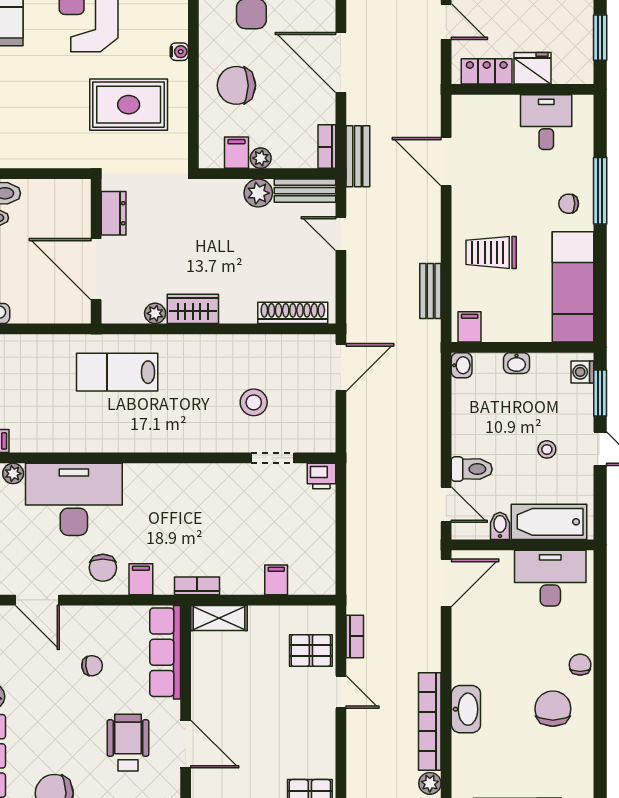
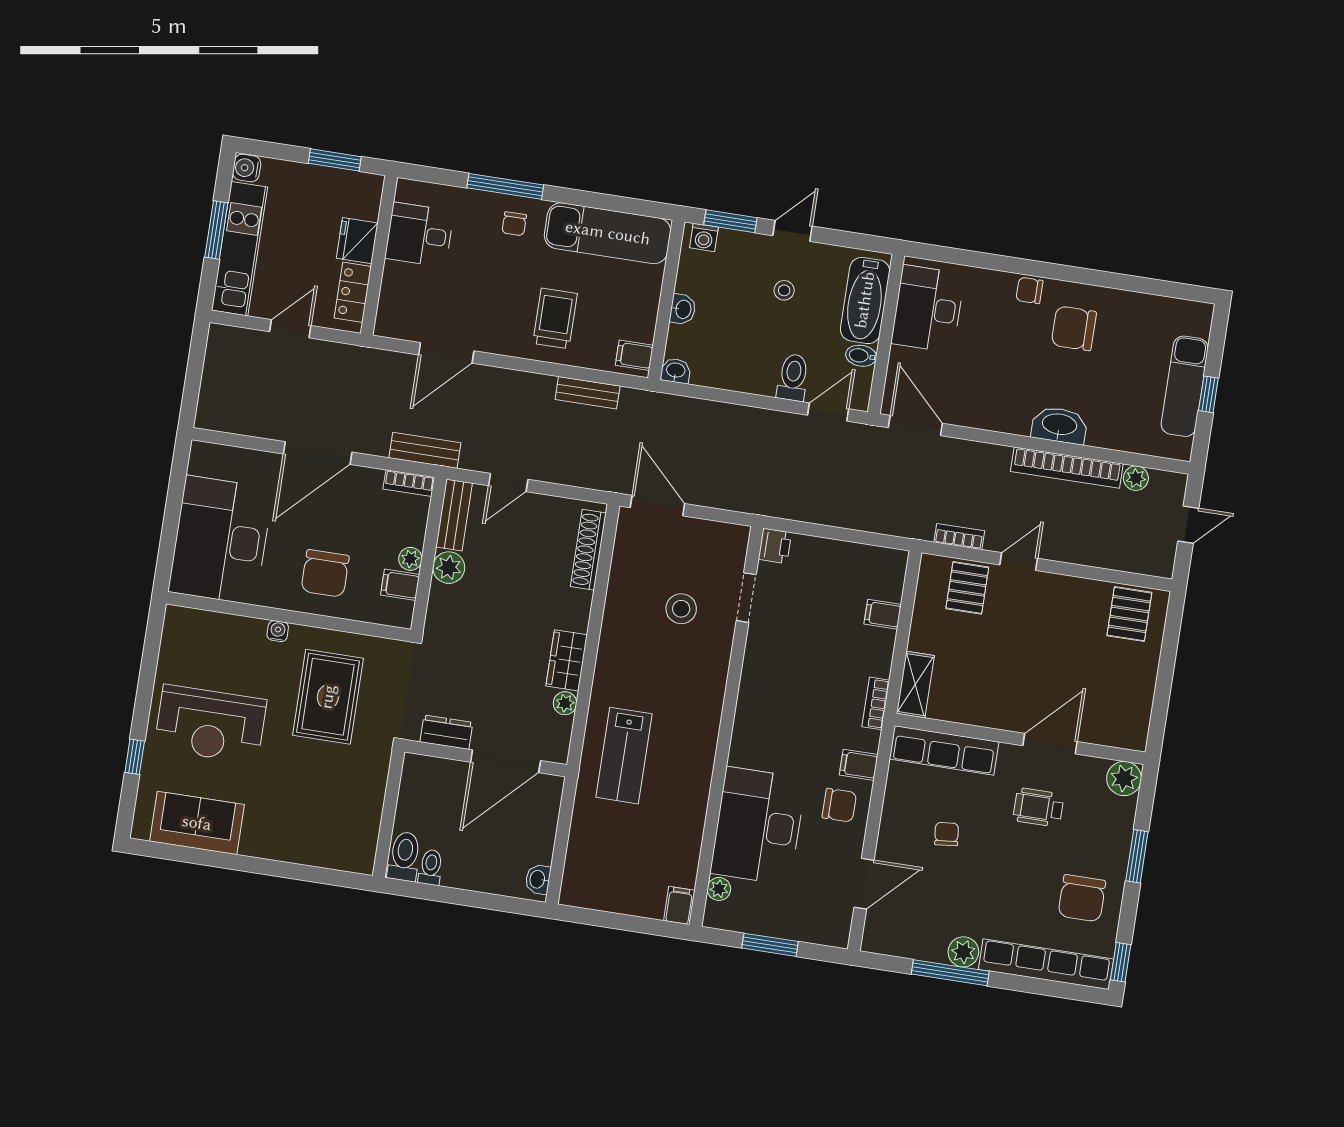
trolley: (491, 252) -> (555, 318), turned 180
wheelchair: (128, 743) -> (1038, 807), width x0.73, depth x0.73

